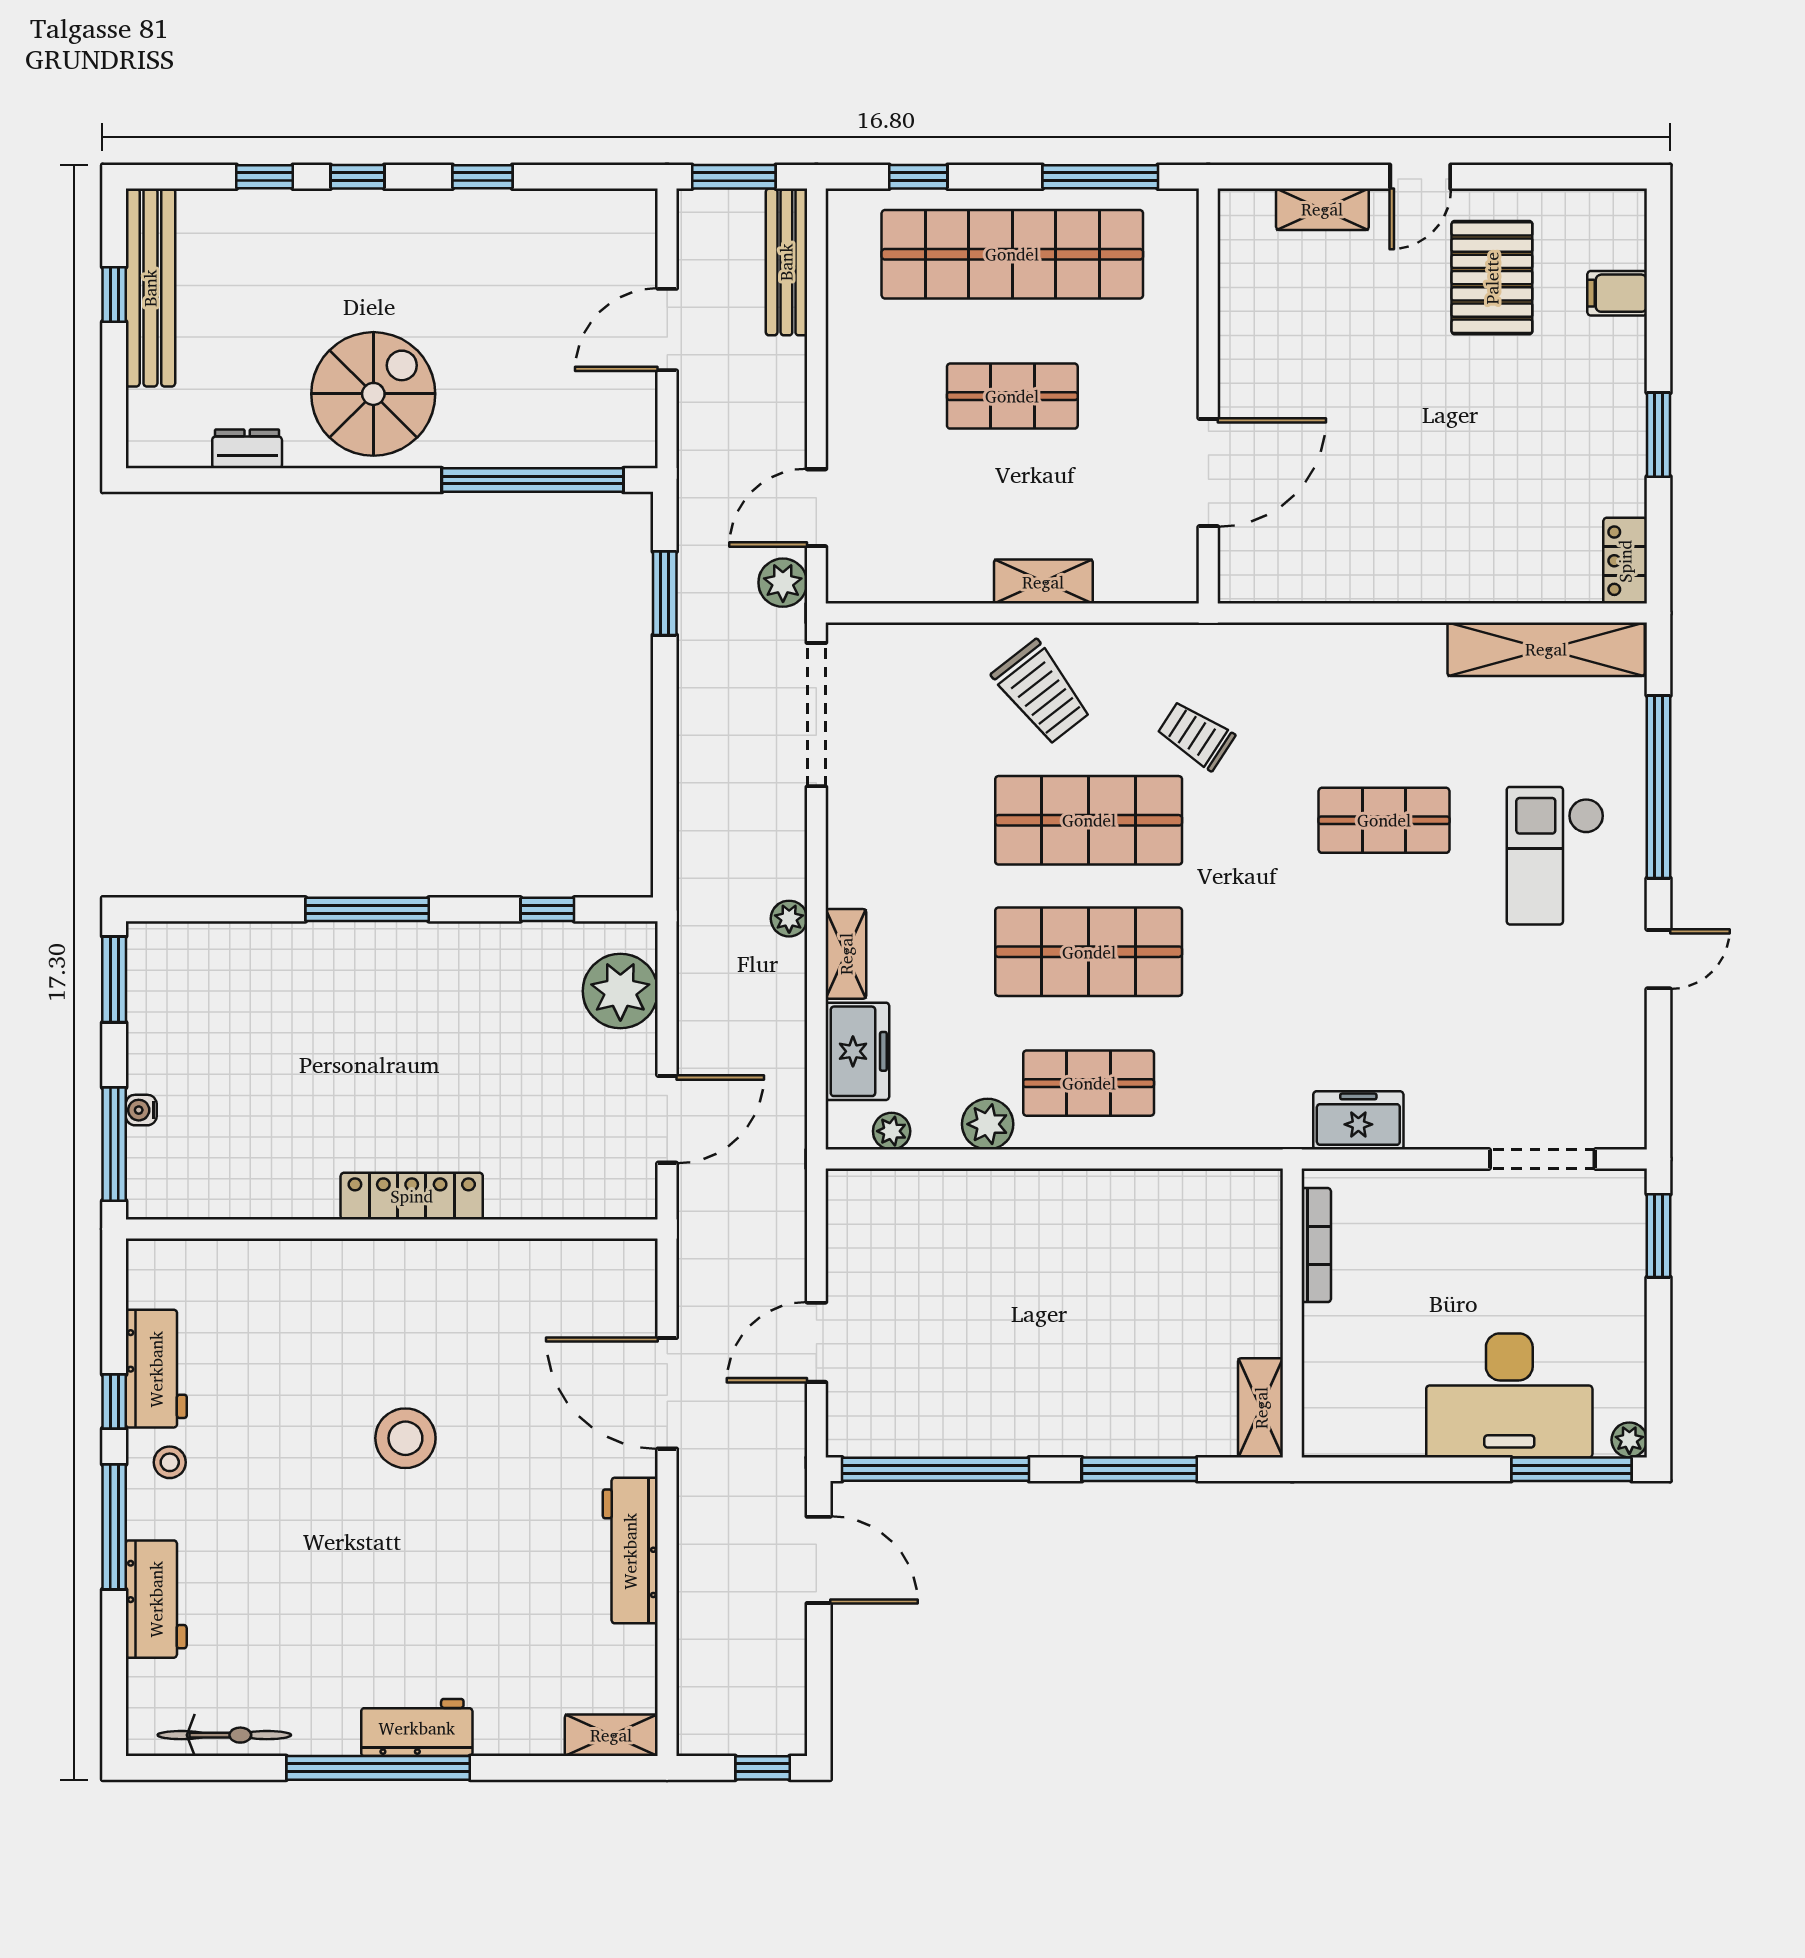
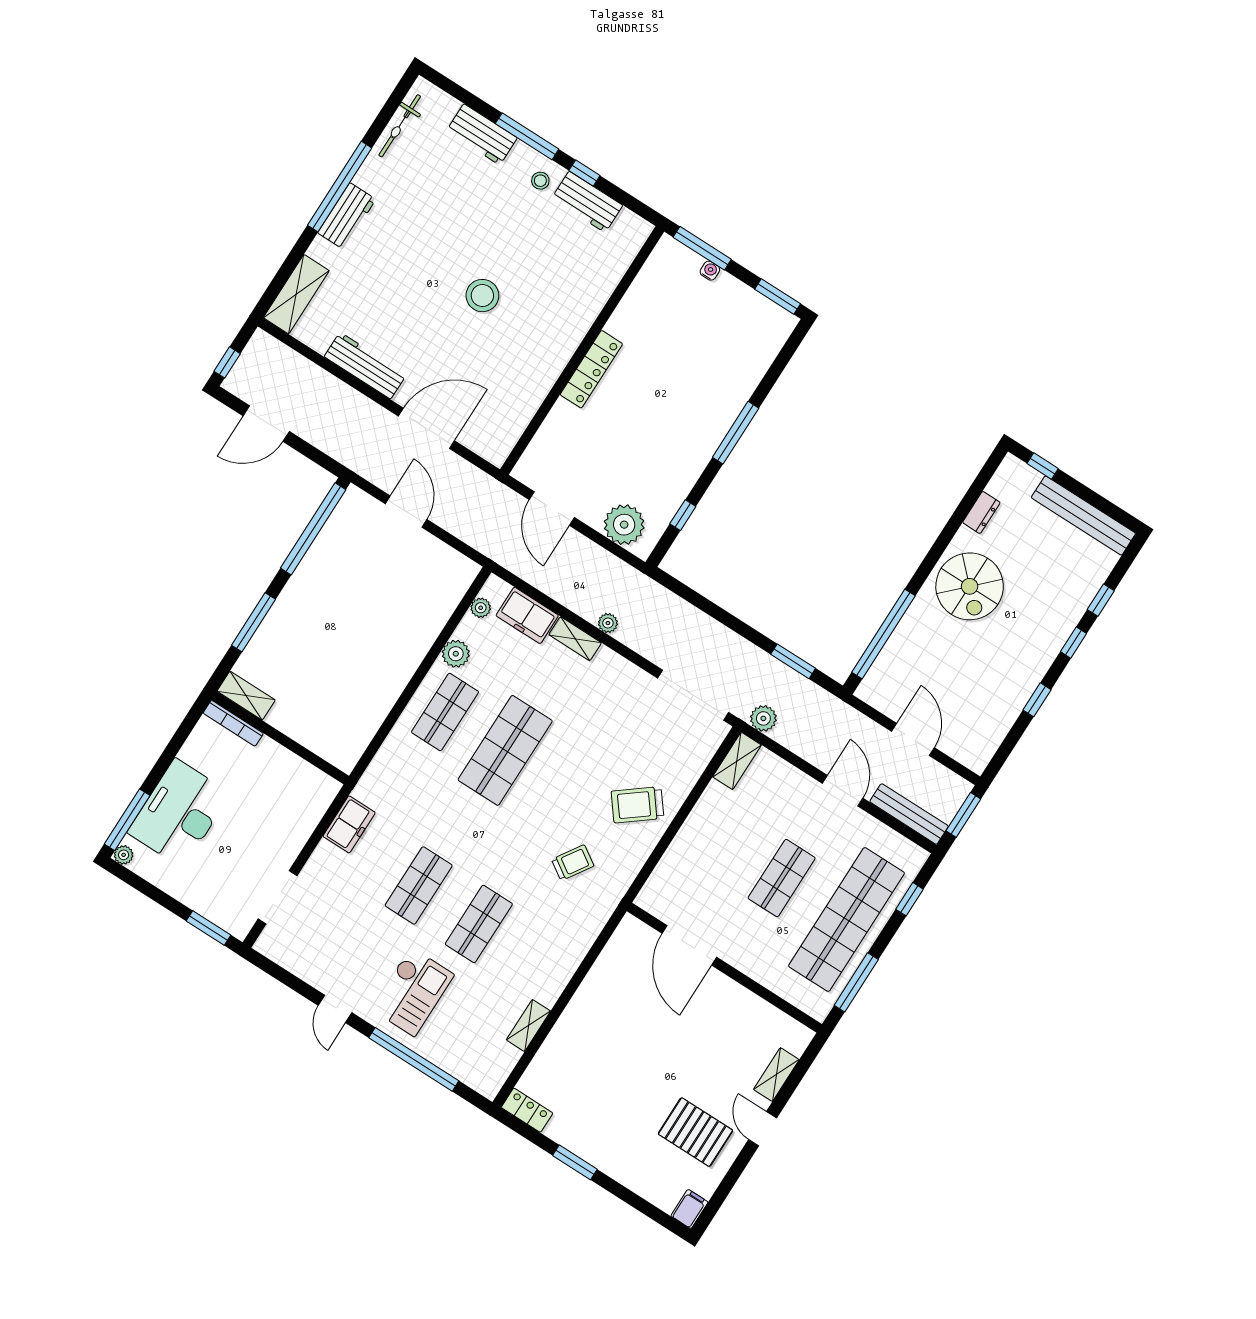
filing cabinet: (1617, 293) -> (689, 1209), moved
window: (114, 294) -> (1043, 466), moved
door: (816, 508) -> (843, 791), moved
shelving: (1043, 582) -> (737, 761), moved
shelving: (1546, 649) -> (528, 1025), width x0.45, depth x0.75
shop shelf: (1089, 820) -> (419, 885), moved, width x0.70, depth x0.74
checkout: (1555, 856) -> (413, 992), turned 90
bookcase: (1316, 1245) -> (233, 723), moved
door: (819, 1560) -> (266, 424), moved
shelving: (611, 1735) -> (296, 294), width x1.50, depth x1.33

